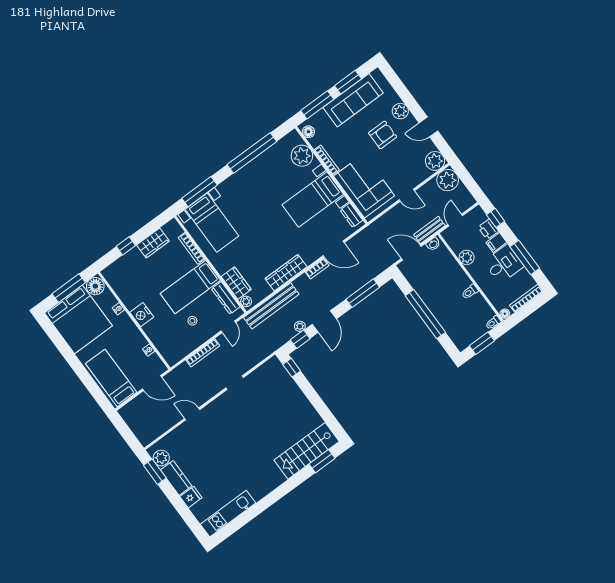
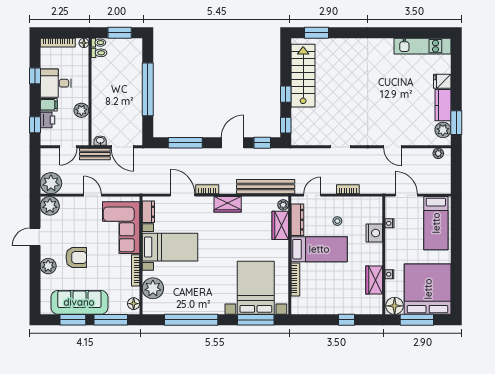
door: (428, 127) -> (35, 237), swing flipped
armchair: (383, 135) -> (76, 257), turned 180
bed with nightstands: (212, 223) -> (256, 288), width x1.36
wardrobe: (153, 243) -> (374, 280), moved, turned -90
window: (525, 258) -> (35, 76), width x0.46
wardrobe: (286, 273) -> (228, 204), width x0.67
toilet: (470, 292) -> (99, 53), moved
nightstand: (142, 315) -> (374, 233), moved
plant: (300, 326) -> (438, 153), moved
bookcase: (203, 353) -> (348, 189), width x0.64
window: (310, 393) -> (286, 94), added
stairs: (307, 451) -> (303, 76), moved, turned -90

